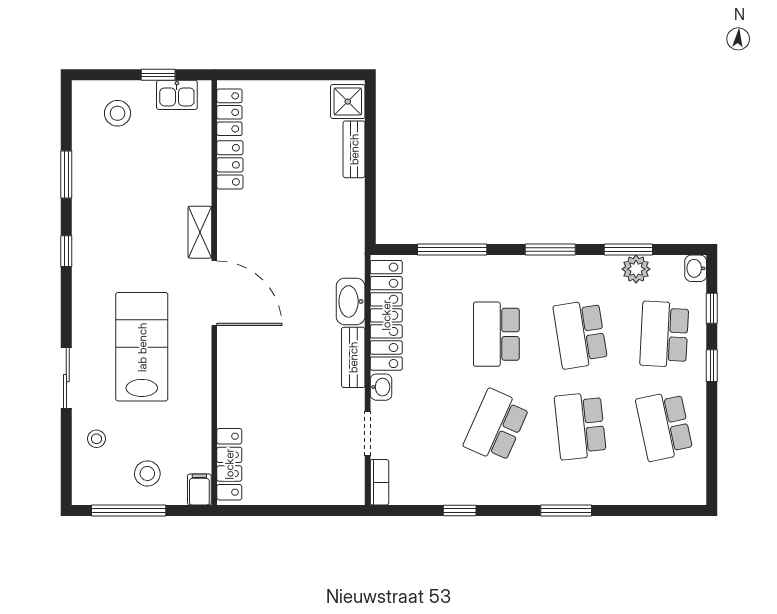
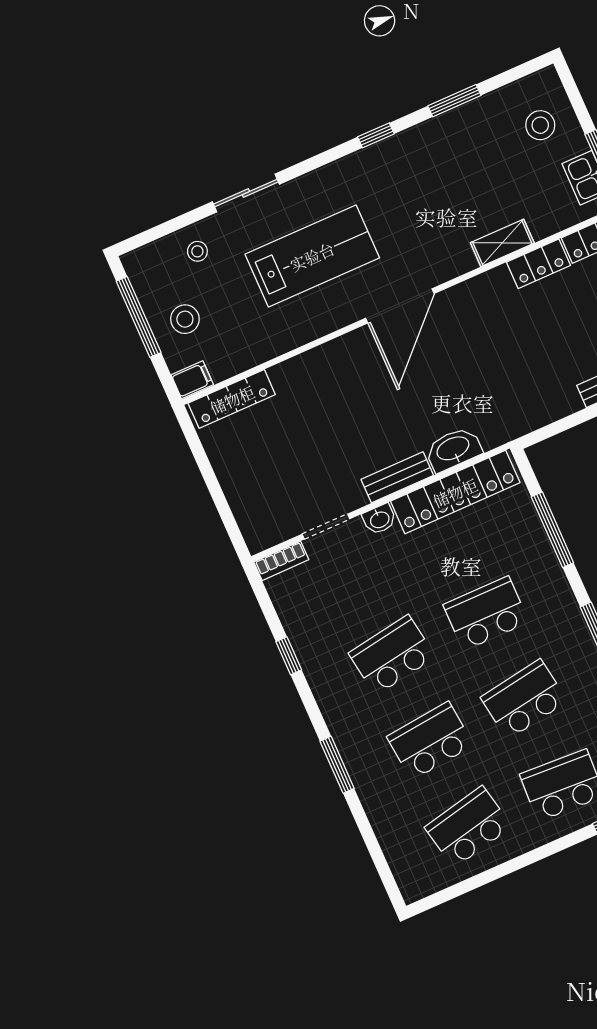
shelving: (200, 232) -> (502, 243), moved
window: (712, 366) -> (552, 848), removed
school desk: (496, 426) -> (392, 655), turned -33

